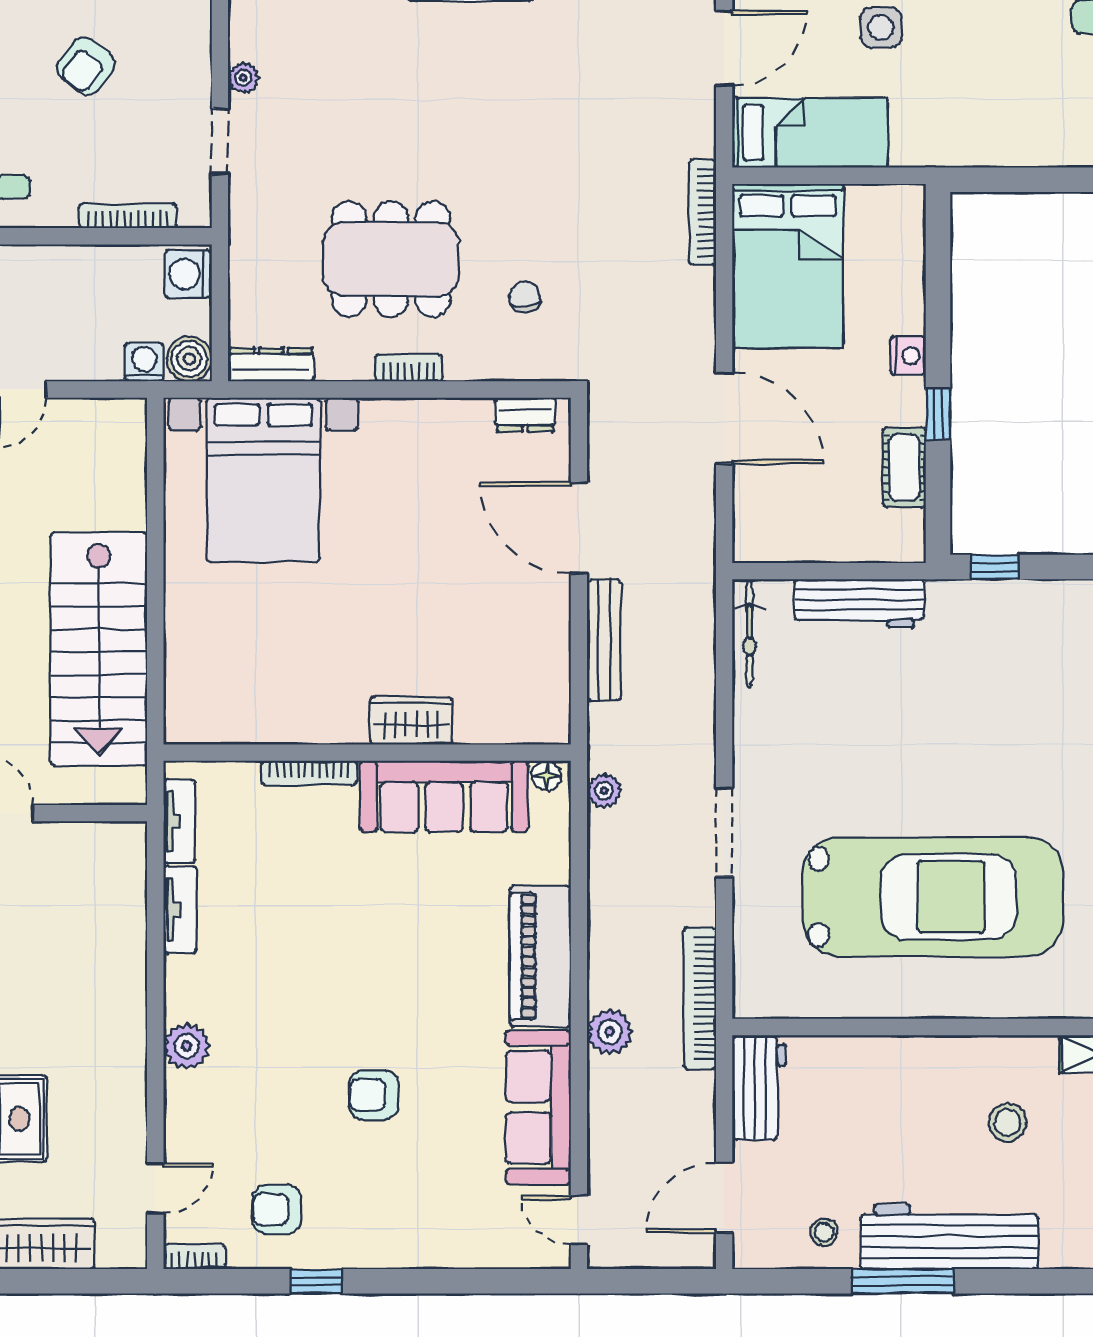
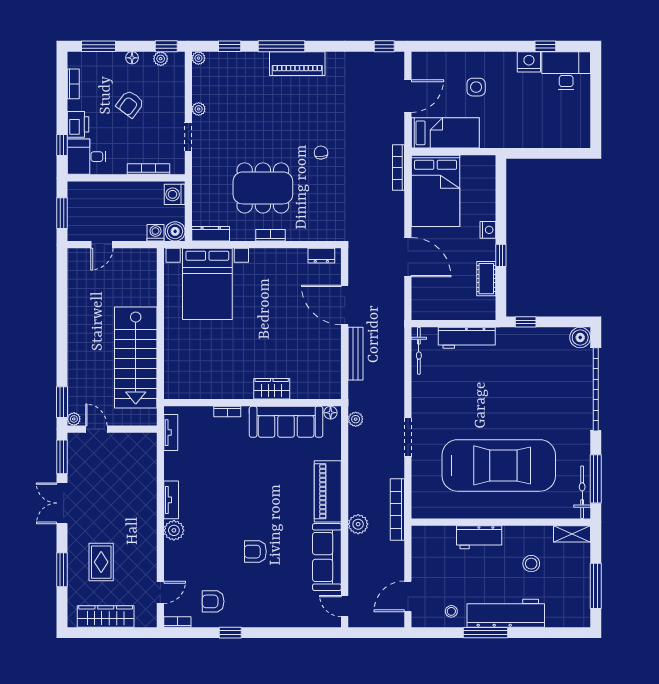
chair: (525, 297) -> (321, 153), moved
bookcase: (309, 773) -> (227, 412), width x0.64
tv unit: (180, 910) -> (171, 500), moved
workbench: (759, 1088) -> (479, 537), moved, turned 90

